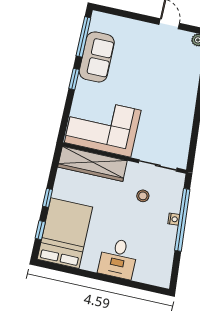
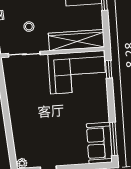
sofa: (97, 57) -> (99, 143), moved
window: (74, 79) -> (109, 69), moved

